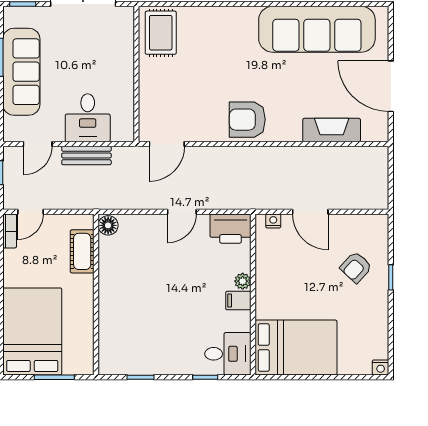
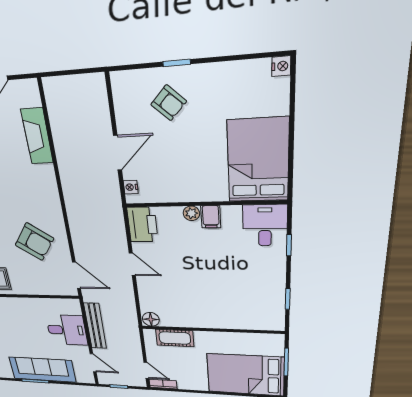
armchair: (247, 120) -> (34, 242), moved, turned -55
bench: (86, 156) -> (95, 326), width x1.36

